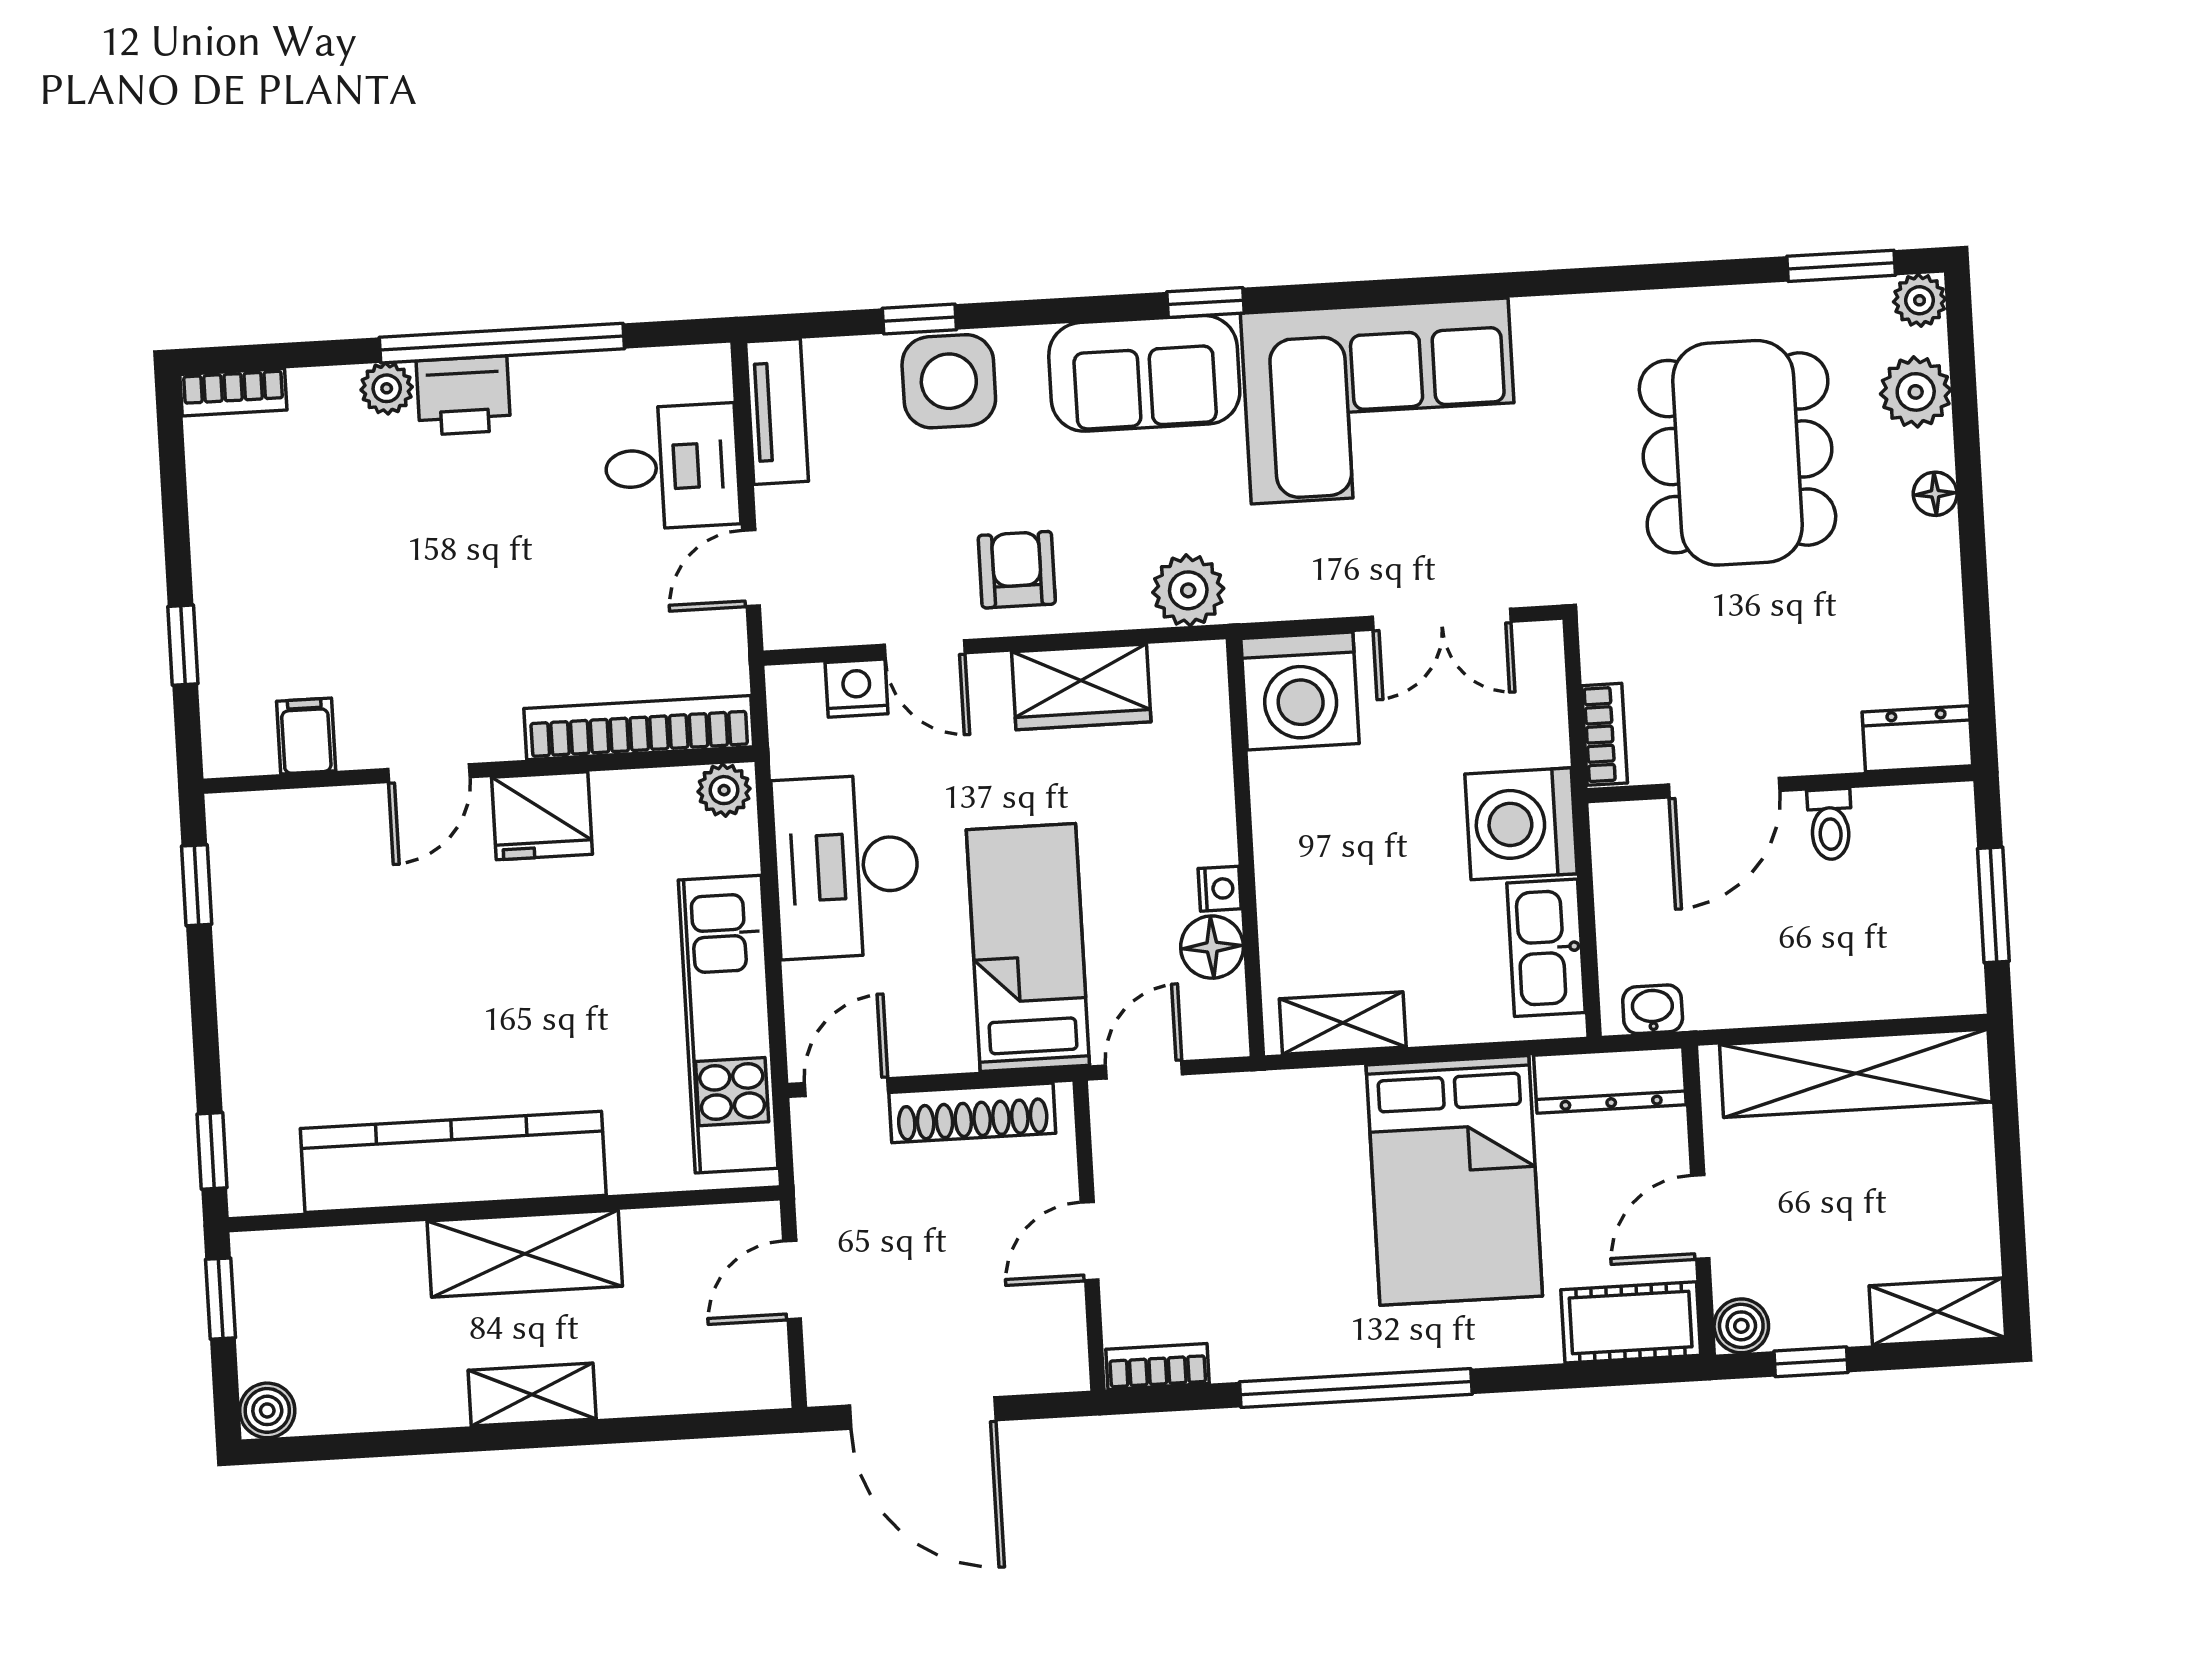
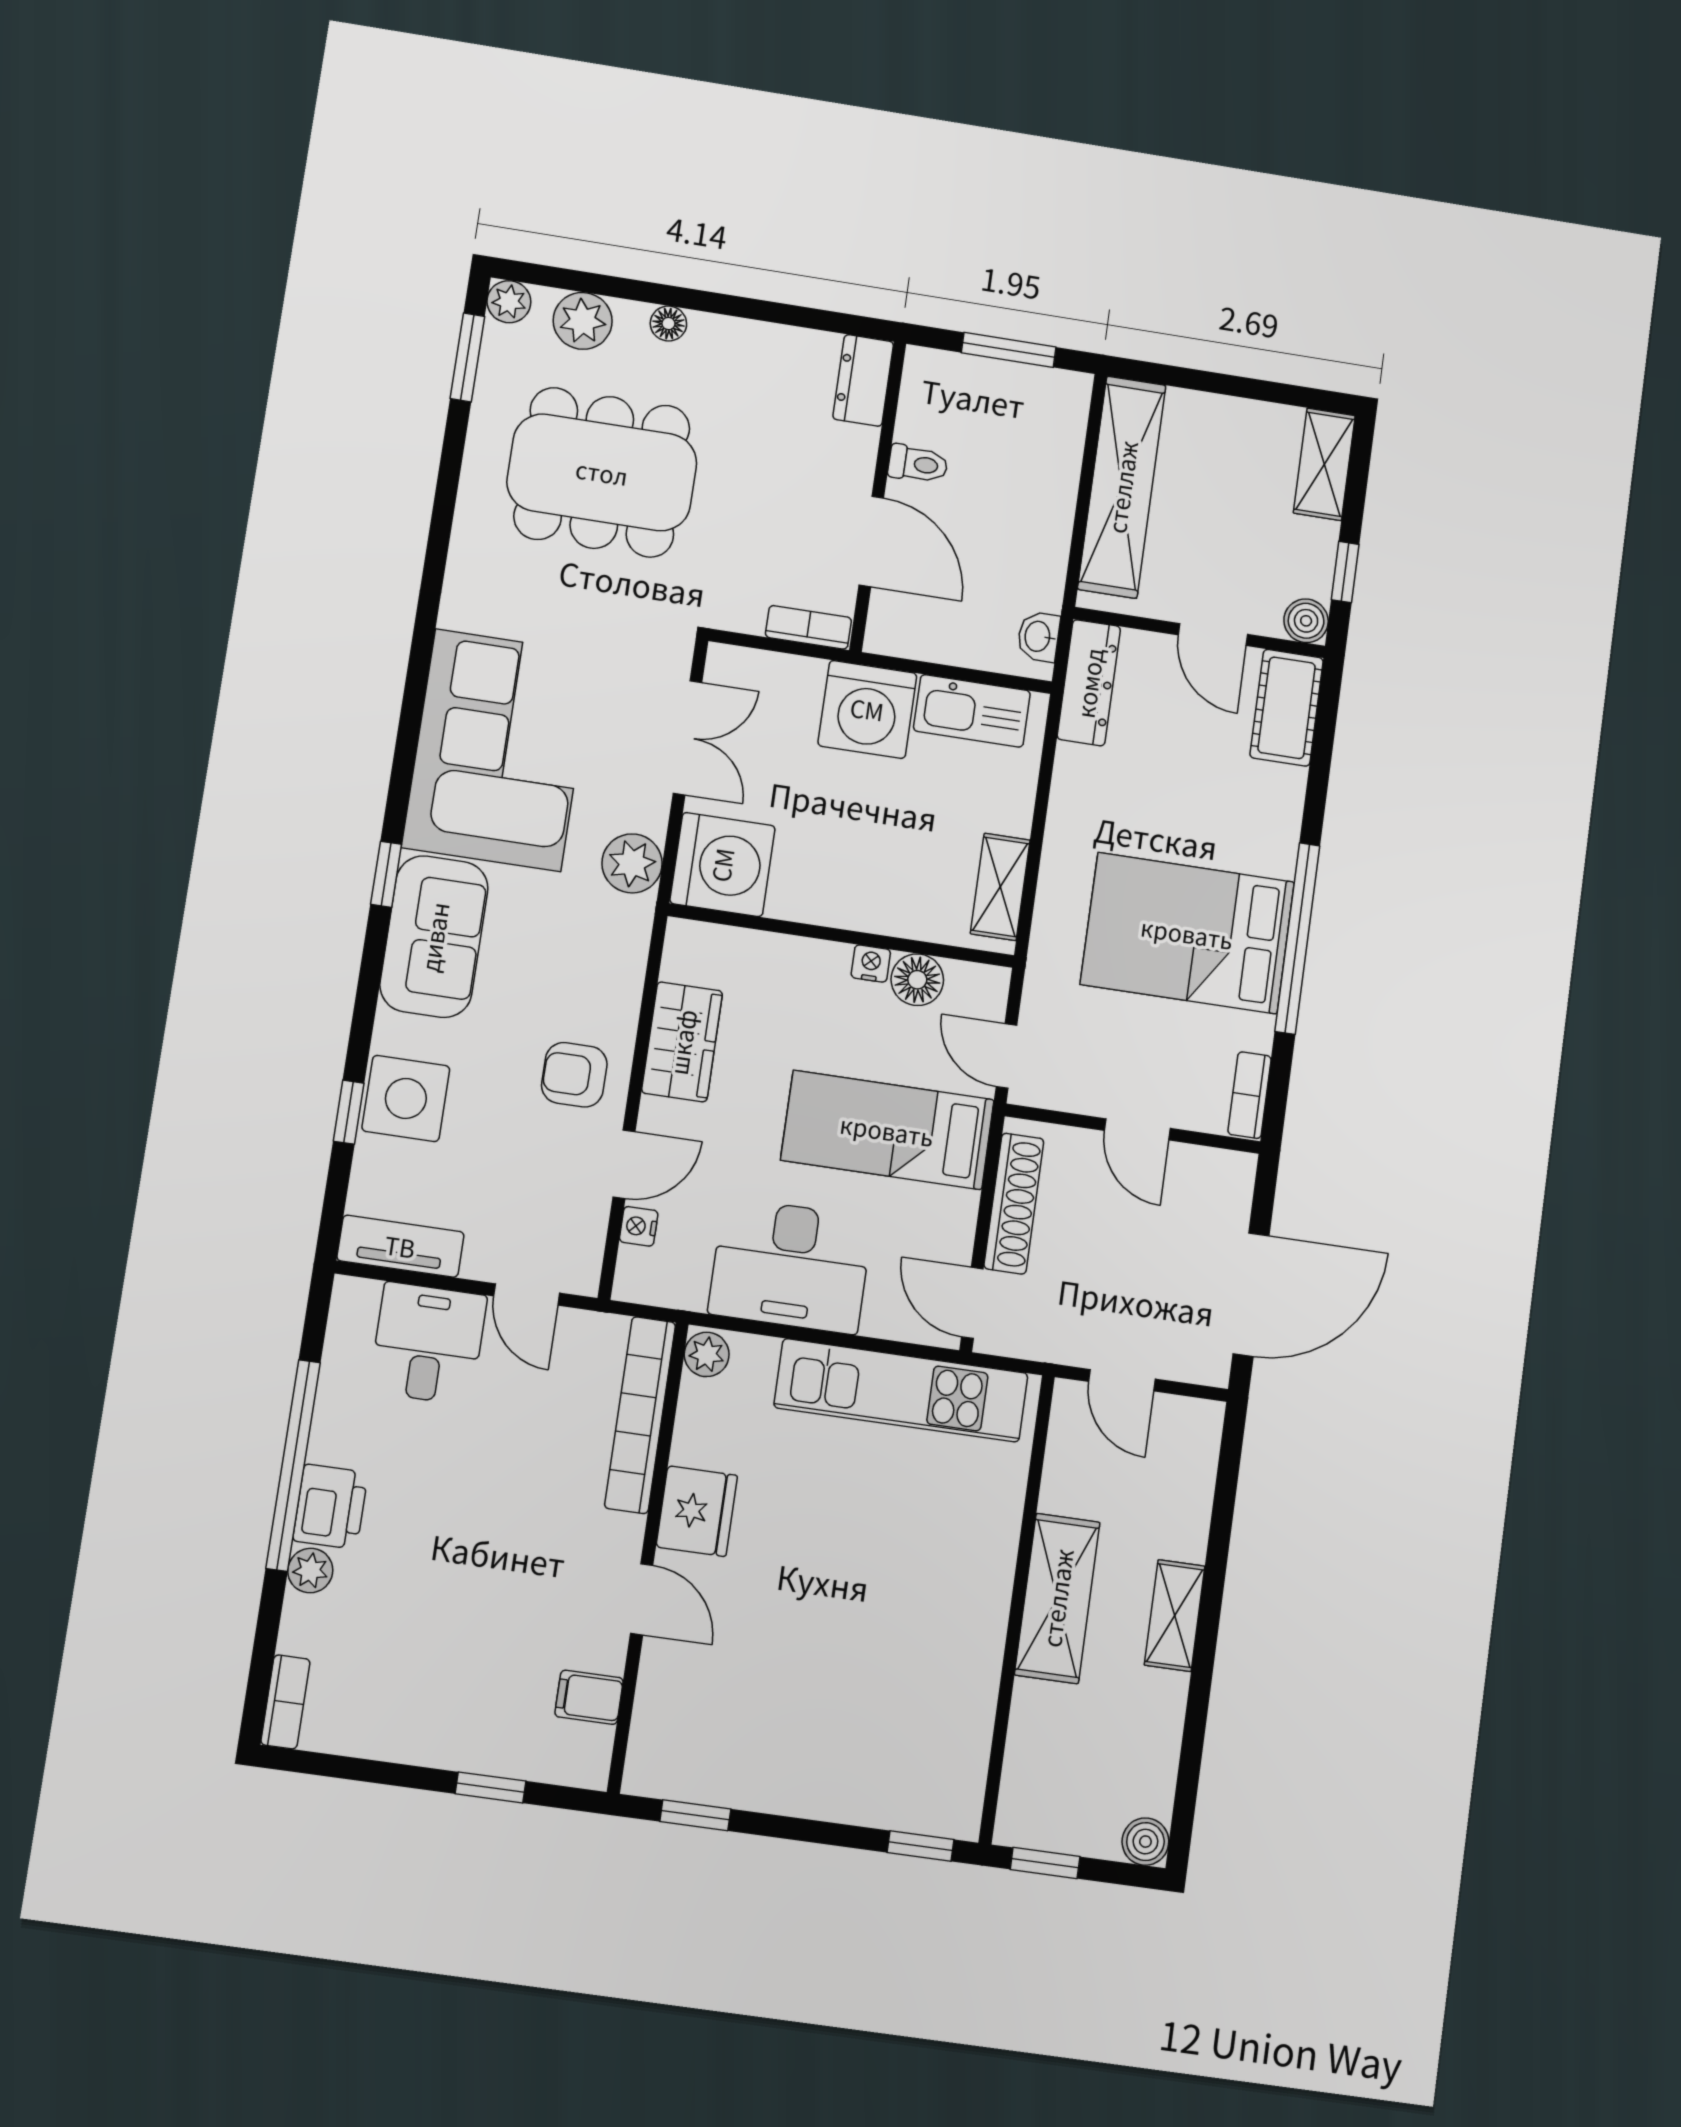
plant: (1188, 590) -> (632, 863), moved
nightstand: (857, 688) -> (639, 1226), width x0.72, depth x0.74
kitchen counter: (453, 1162) -> (970, 1643), removed
bed: (1454, 1180) -> (1187, 933), moved, turned 180

